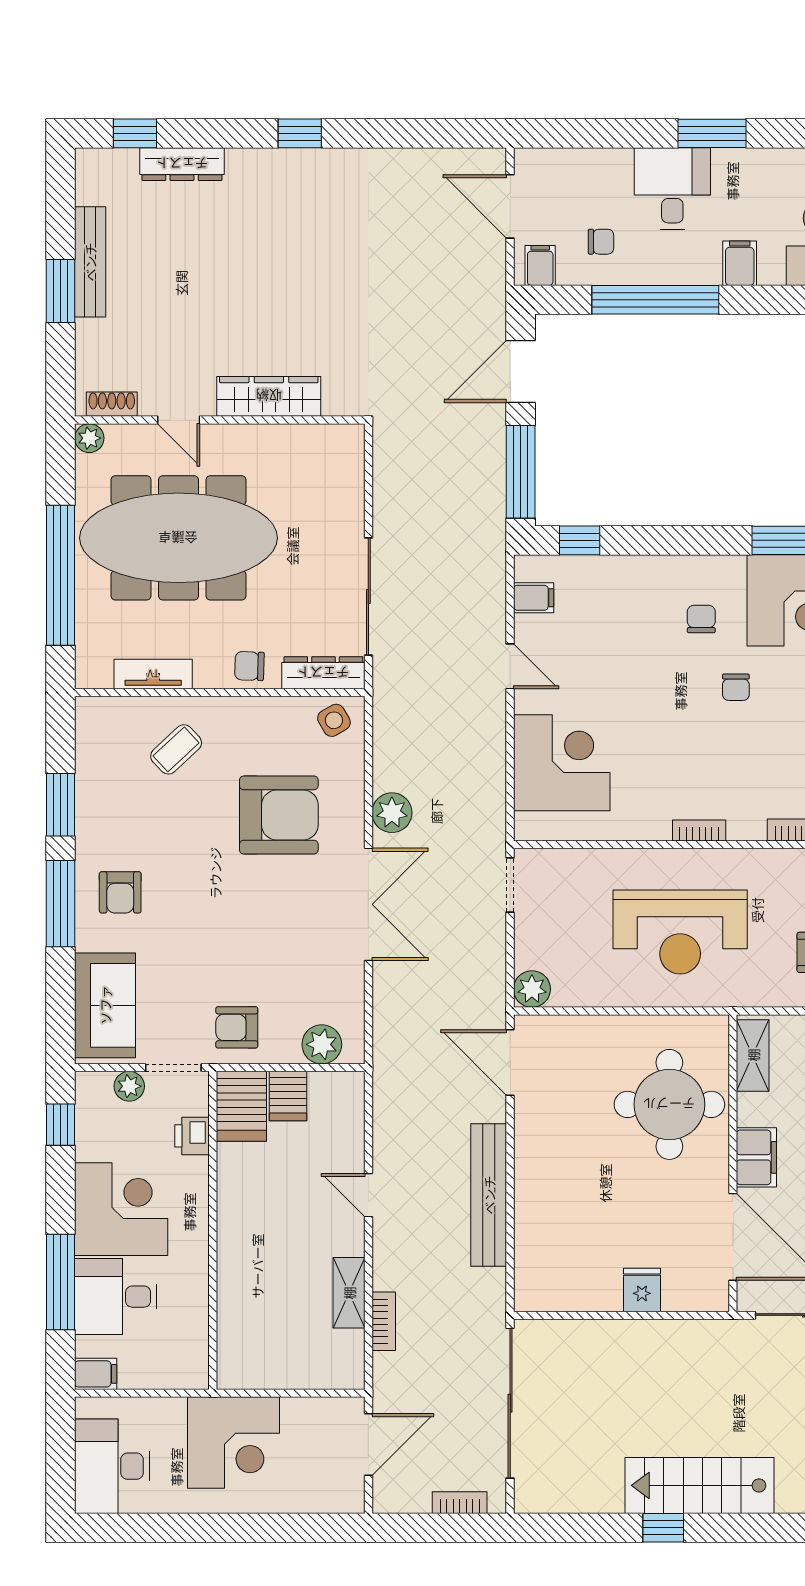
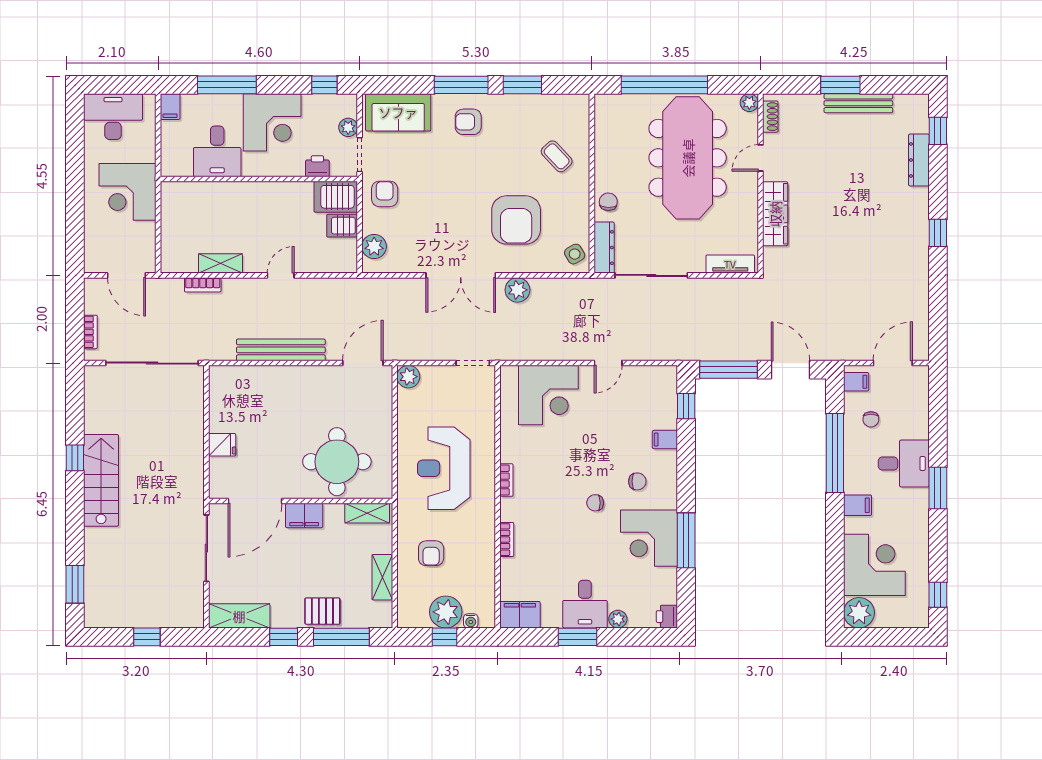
filing cabinet: (534, 598) -> (665, 440), moved, turned 90
tv unit: (153, 674) -> (730, 264), moved, turned -90
desk: (116, 1297) -> (217, 151), moved, turned 180

